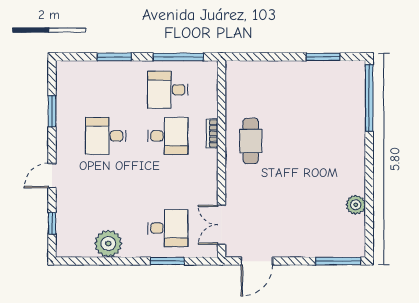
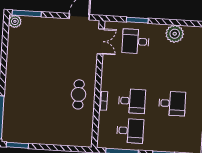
window: (323, 57) -> (17, 145), moved
desk: (168, 136) -> (132, 101), turned 180
plant: (356, 205) -> (15, 21), moved

